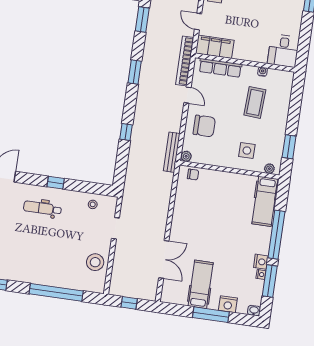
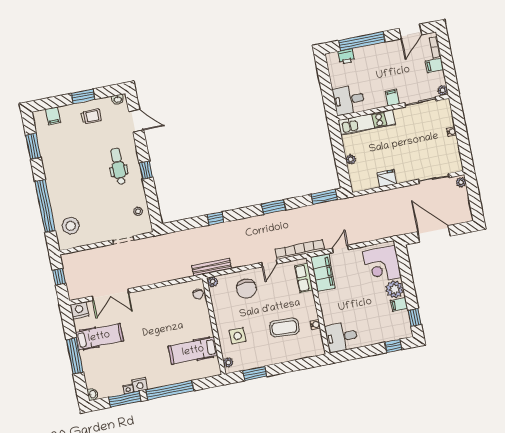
row of seats: (220, 68) -> (304, 278), width x0.68
hospital bed: (265, 201) -> (193, 351), moved
stool: (95, 262) -> (71, 226), moved
nightstand: (228, 304) -> (79, 310), moved, turned 90

